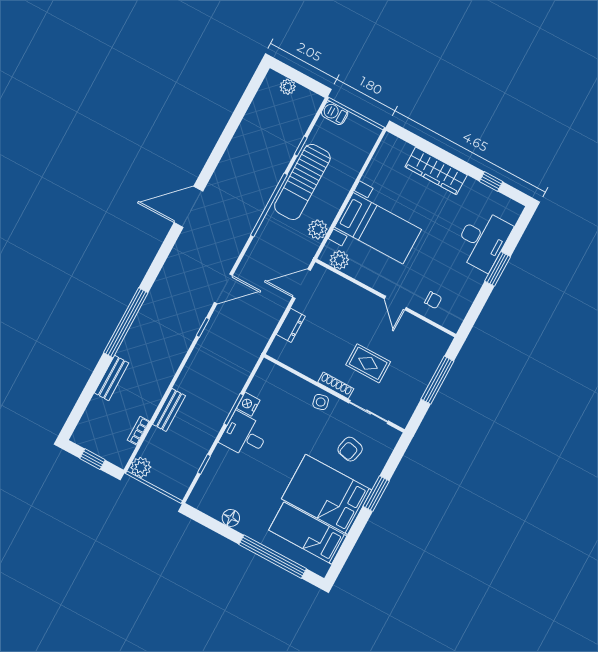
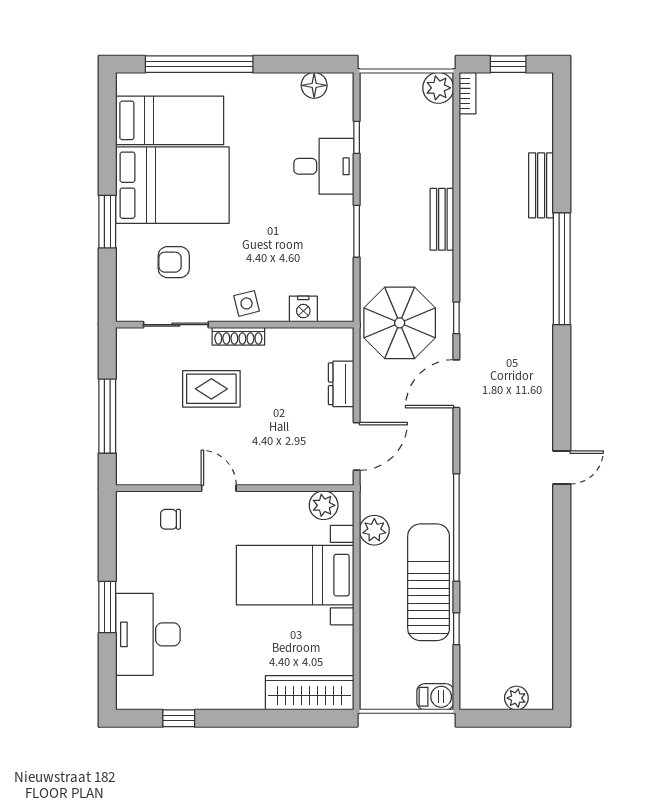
wardrobe: (436, 171) -> (310, 693), moved
door: (188, 207) -> (562, 467), width x0.53
parasol: (237, 342) -> (400, 323), added
nightstand: (248, 404) -> (303, 309), moved, turned 90
bench: (169, 410) -> (442, 219), moved
bookcase: (139, 431) -> (468, 93), moved
desk: (244, 435) -> (324, 166), moved
armchair: (350, 449) -> (174, 262), turned -103
floor lamp: (231, 518) -> (314, 85), moved

